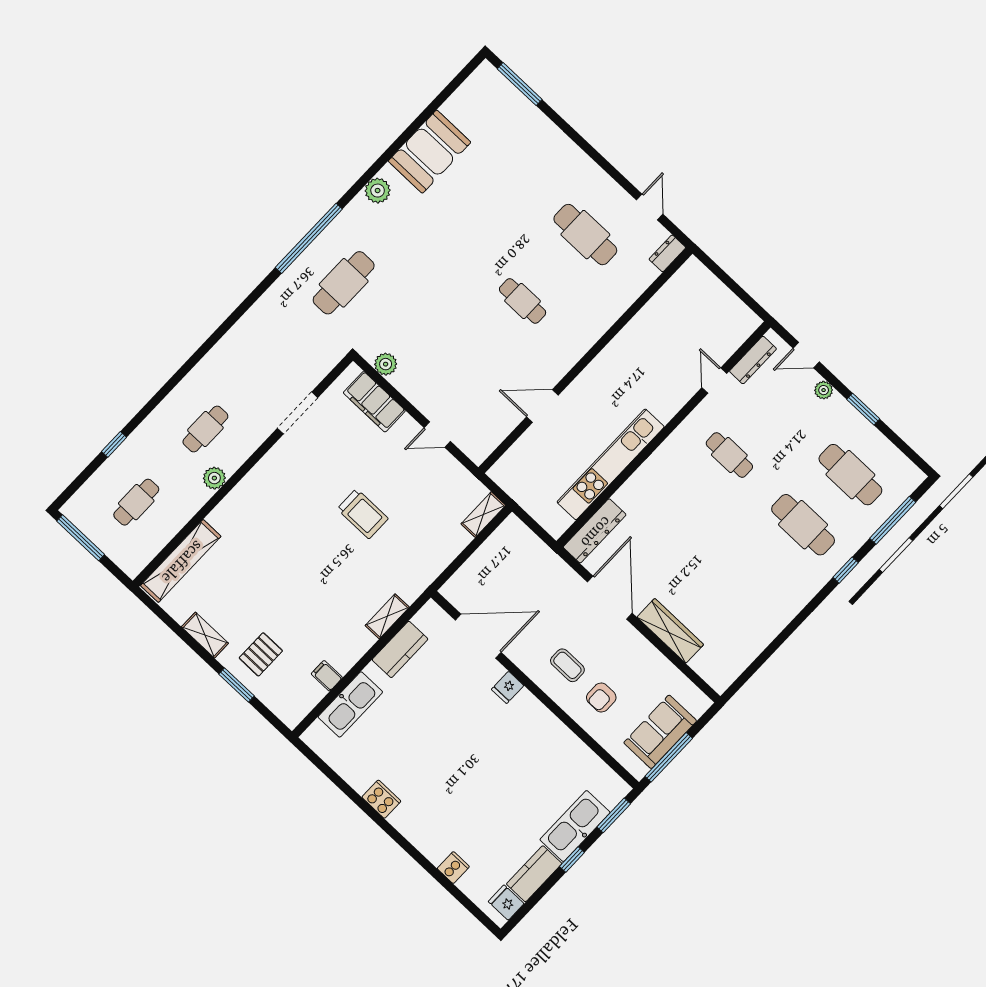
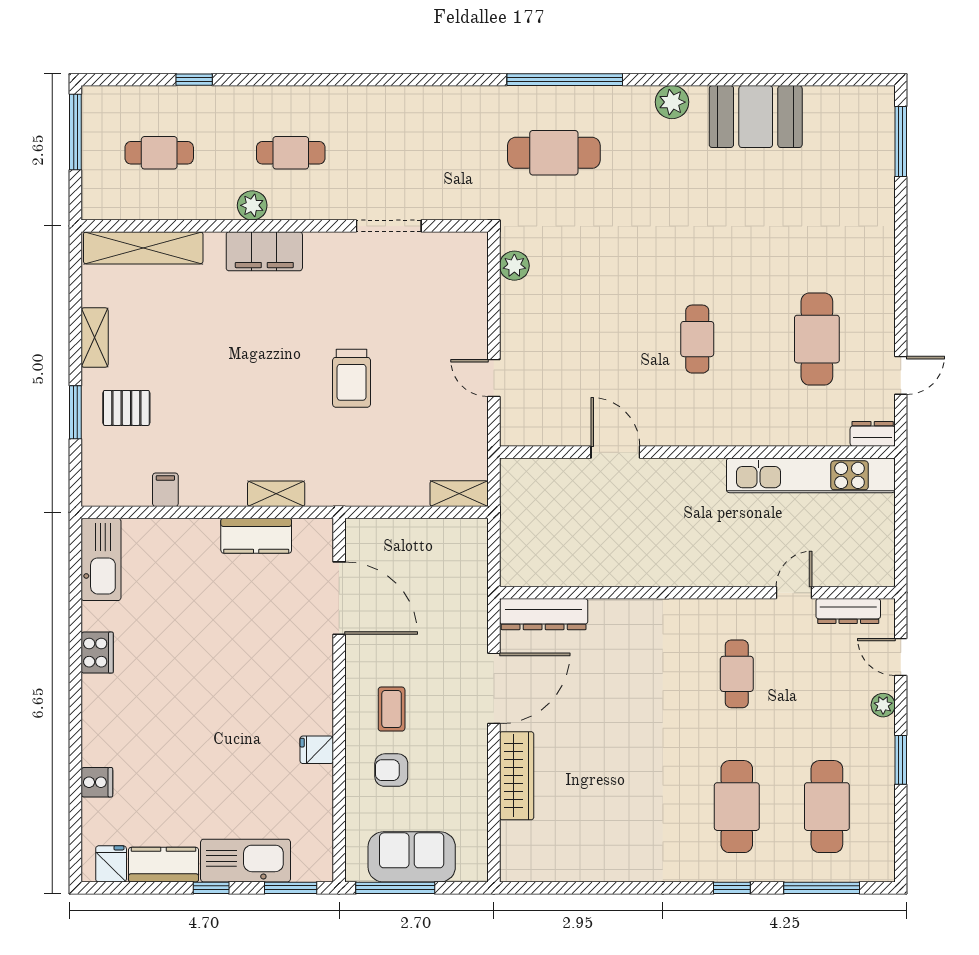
filing cabinet: (374, 402) -> (264, 251), moved, turned -90
kitchen unit: (611, 464) -> (811, 475), moved, turned 180
fridge: (508, 687) -> (317, 750), moved
kitchen sink: (350, 704) -> (101, 559), moved, turned -90

